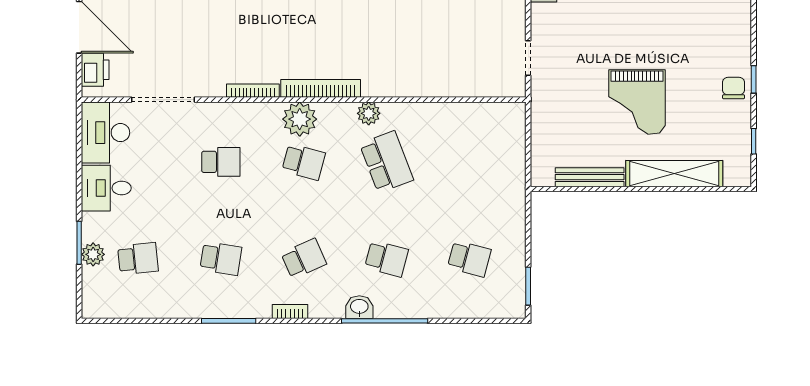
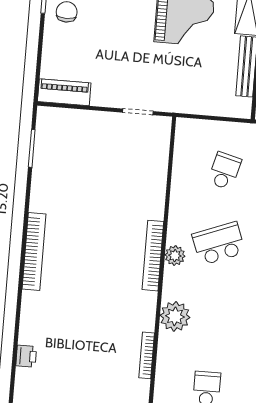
bookcase: (321, 88) -> (153, 256), moved
school desk: (304, 162) -> (225, 171), moved

